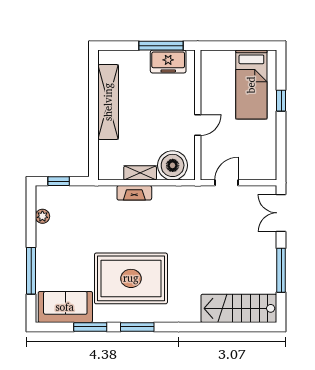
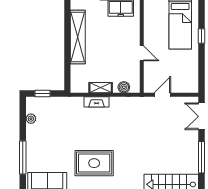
door: (198, 125) -> (142, 53), hinge flipped
boiler: (173, 165) -> (124, 87), width x0.54, depth x0.54
rug: (131, 278) -> (94, 163), width x0.73, depth x0.69

